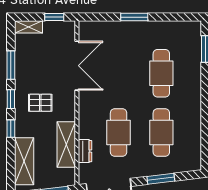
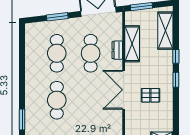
window: (11, 65) -> (176, 107), removed
double door: (77, 66) -> (124, 90), moved
pallet: (40, 103) -> (150, 95), moved
dresser: (85, 151) -> (117, 50), moved

